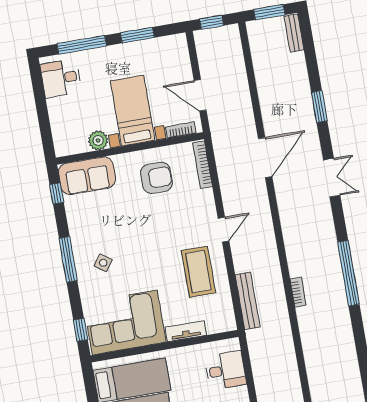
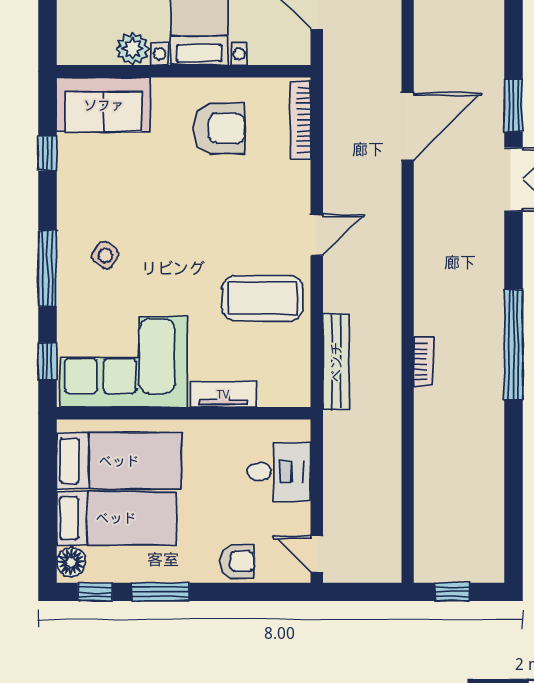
window: (319, 107) -> (514, 106), moved
bookcase: (181, 130) -> (274, 55), removed
window: (57, 194) -> (47, 153), moved
window: (68, 259) -> (47, 268), moved
coffee table: (198, 272) -> (262, 298), turned 90

